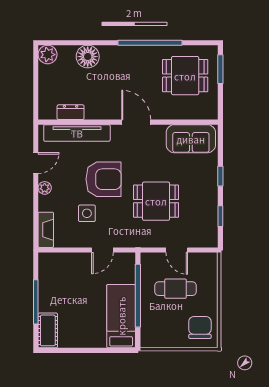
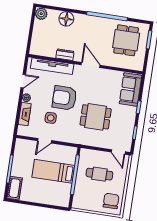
dining table: (185, 76) -> (126, 40), turned 90
dresser: (71, 112) -> (65, 55), moved
sofa: (191, 139) -> (131, 89), moved, turned 90
armchair: (103, 179) -> (64, 98), turned 180
fireplace: (46, 230) -> (25, 114), moved
door: (102, 250) -> (45, 141), moved
door: (177, 250) -> (118, 152), moved
bed: (121, 316) -> (53, 171), moved, turned -90

